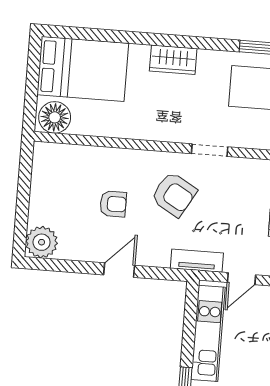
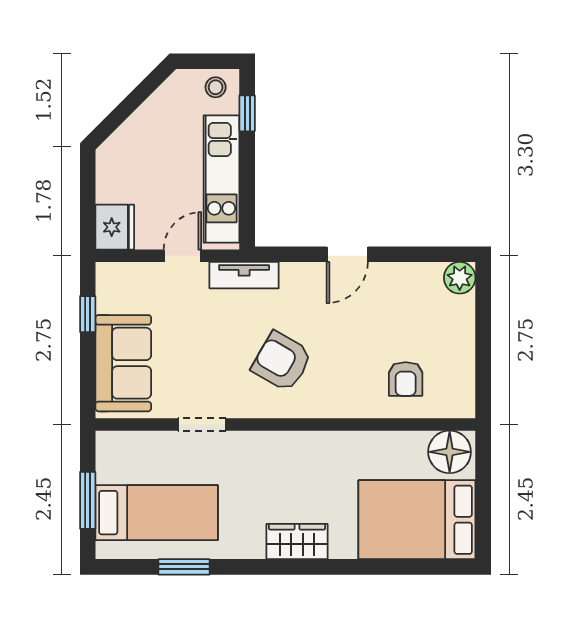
doorway: (210, 150) -> (202, 424), moved
armchair: (113, 204) -> (406, 379), moved, turned -90
plant: (42, 242) -> (460, 278), width x0.73, depth x0.73

